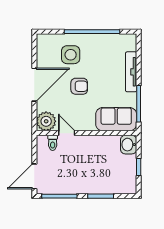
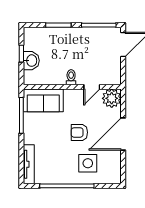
tv unit: (131, 72) -> (29, 164), moved
door: (67, 133) -> (92, 87), hinge flipped
toilet: (53, 143) -> (71, 77), moved
washbasin: (129, 145) -> (31, 61), moved

